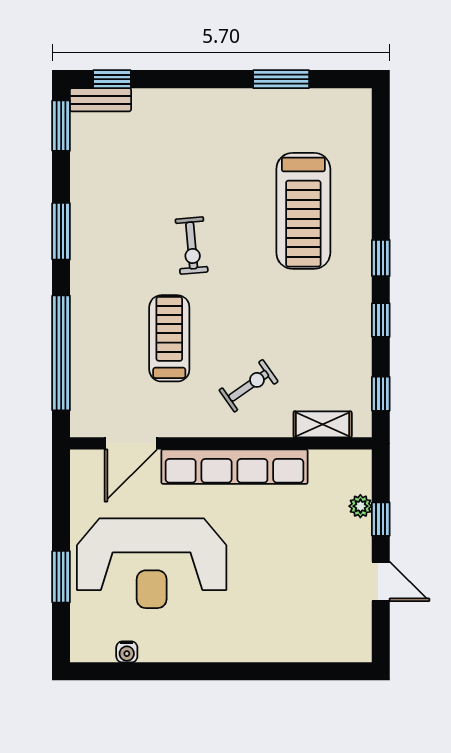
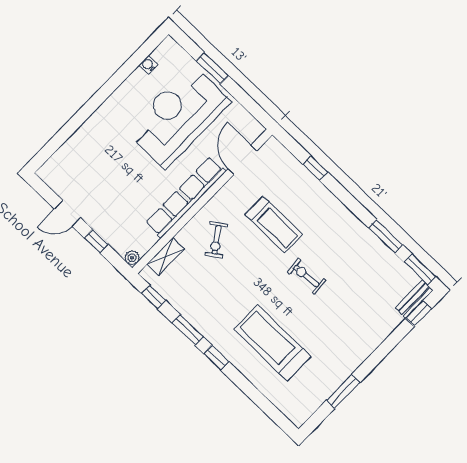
window: (61, 231) -> (386, 236), moved
window: (381, 320) -> (188, 330), width x1.50
window: (61, 353) -> (315, 168), width x0.32
plant: (360, 506) -> (132, 258), moved

